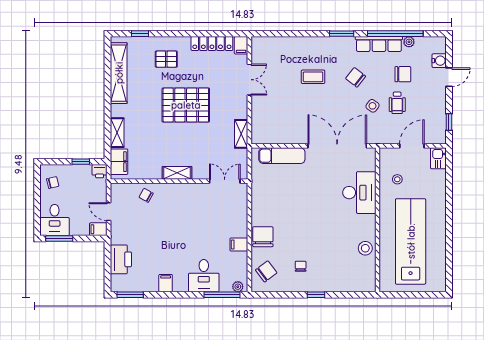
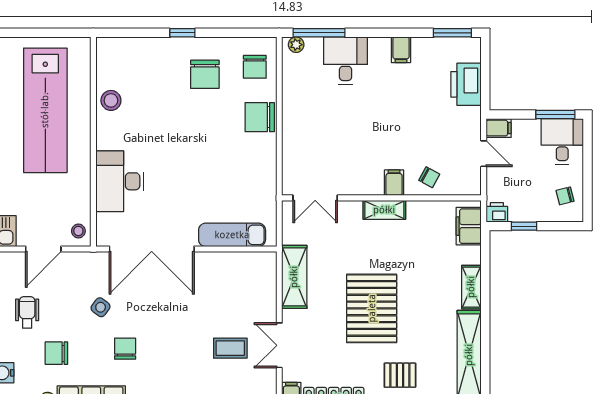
coffee table: (313, 77) -> (230, 348), moved
chair: (356, 77) -> (125, 349), turned -128
wheelchair: (397, 103) -> (27, 312), moved
pallet: (186, 105) -> (372, 308), turned 90
shelving: (117, 133) -> (471, 287), moved
shelving: (241, 134) -> (294, 277), width x1.50, depth x1.33
stool: (397, 179) -> (78, 231), moved
chair: (263, 237) -> (260, 117), turned 90
filing cabinet: (239, 245) -> (394, 183), moved, turned -90
chair: (301, 266) -> (205, 74), width x1.87, depth x1.87
chair: (266, 271) -> (255, 67), turned -53

